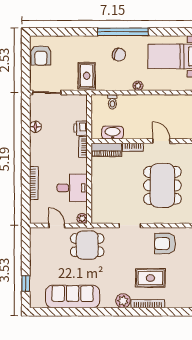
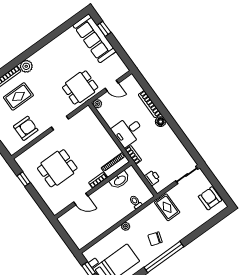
floor lamp: (35, 127) -> (161, 122), moved
printer: (81, 128) -> (152, 178), moved
dining table: (162, 185) -> (57, 168), width x0.73
desk: (72, 188) -> (128, 131), moved
sofa: (73, 297) -> (94, 38), moved, turned 90

